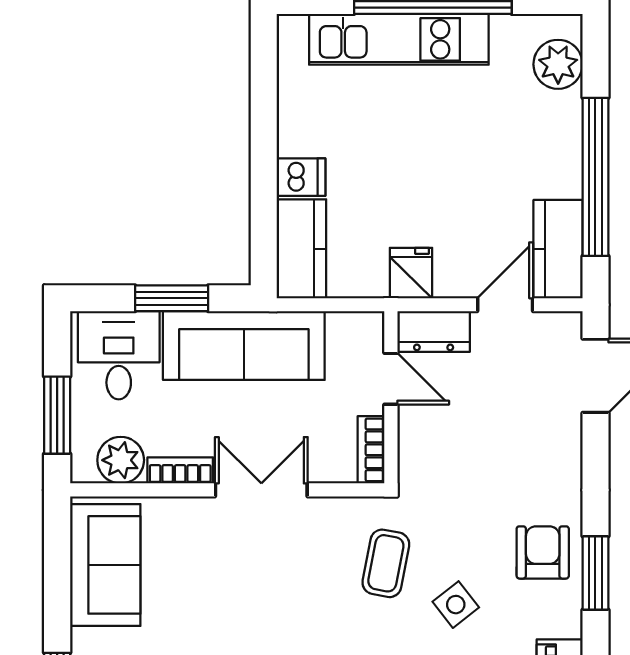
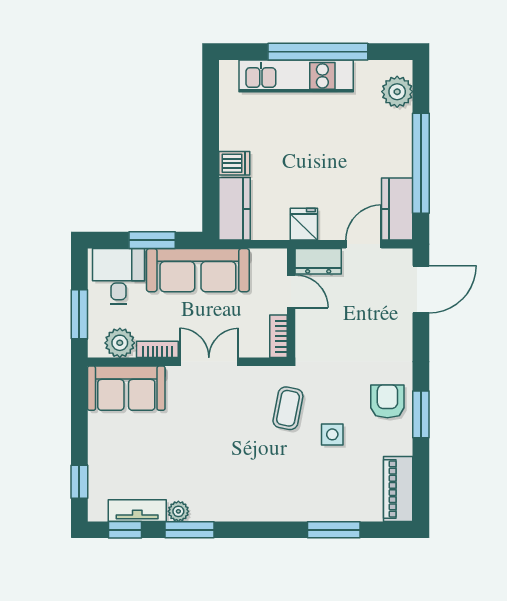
sofa: (105, 565) -> (126, 388), moved, turned 90
side table: (456, 605) -> (332, 434), turned 38

